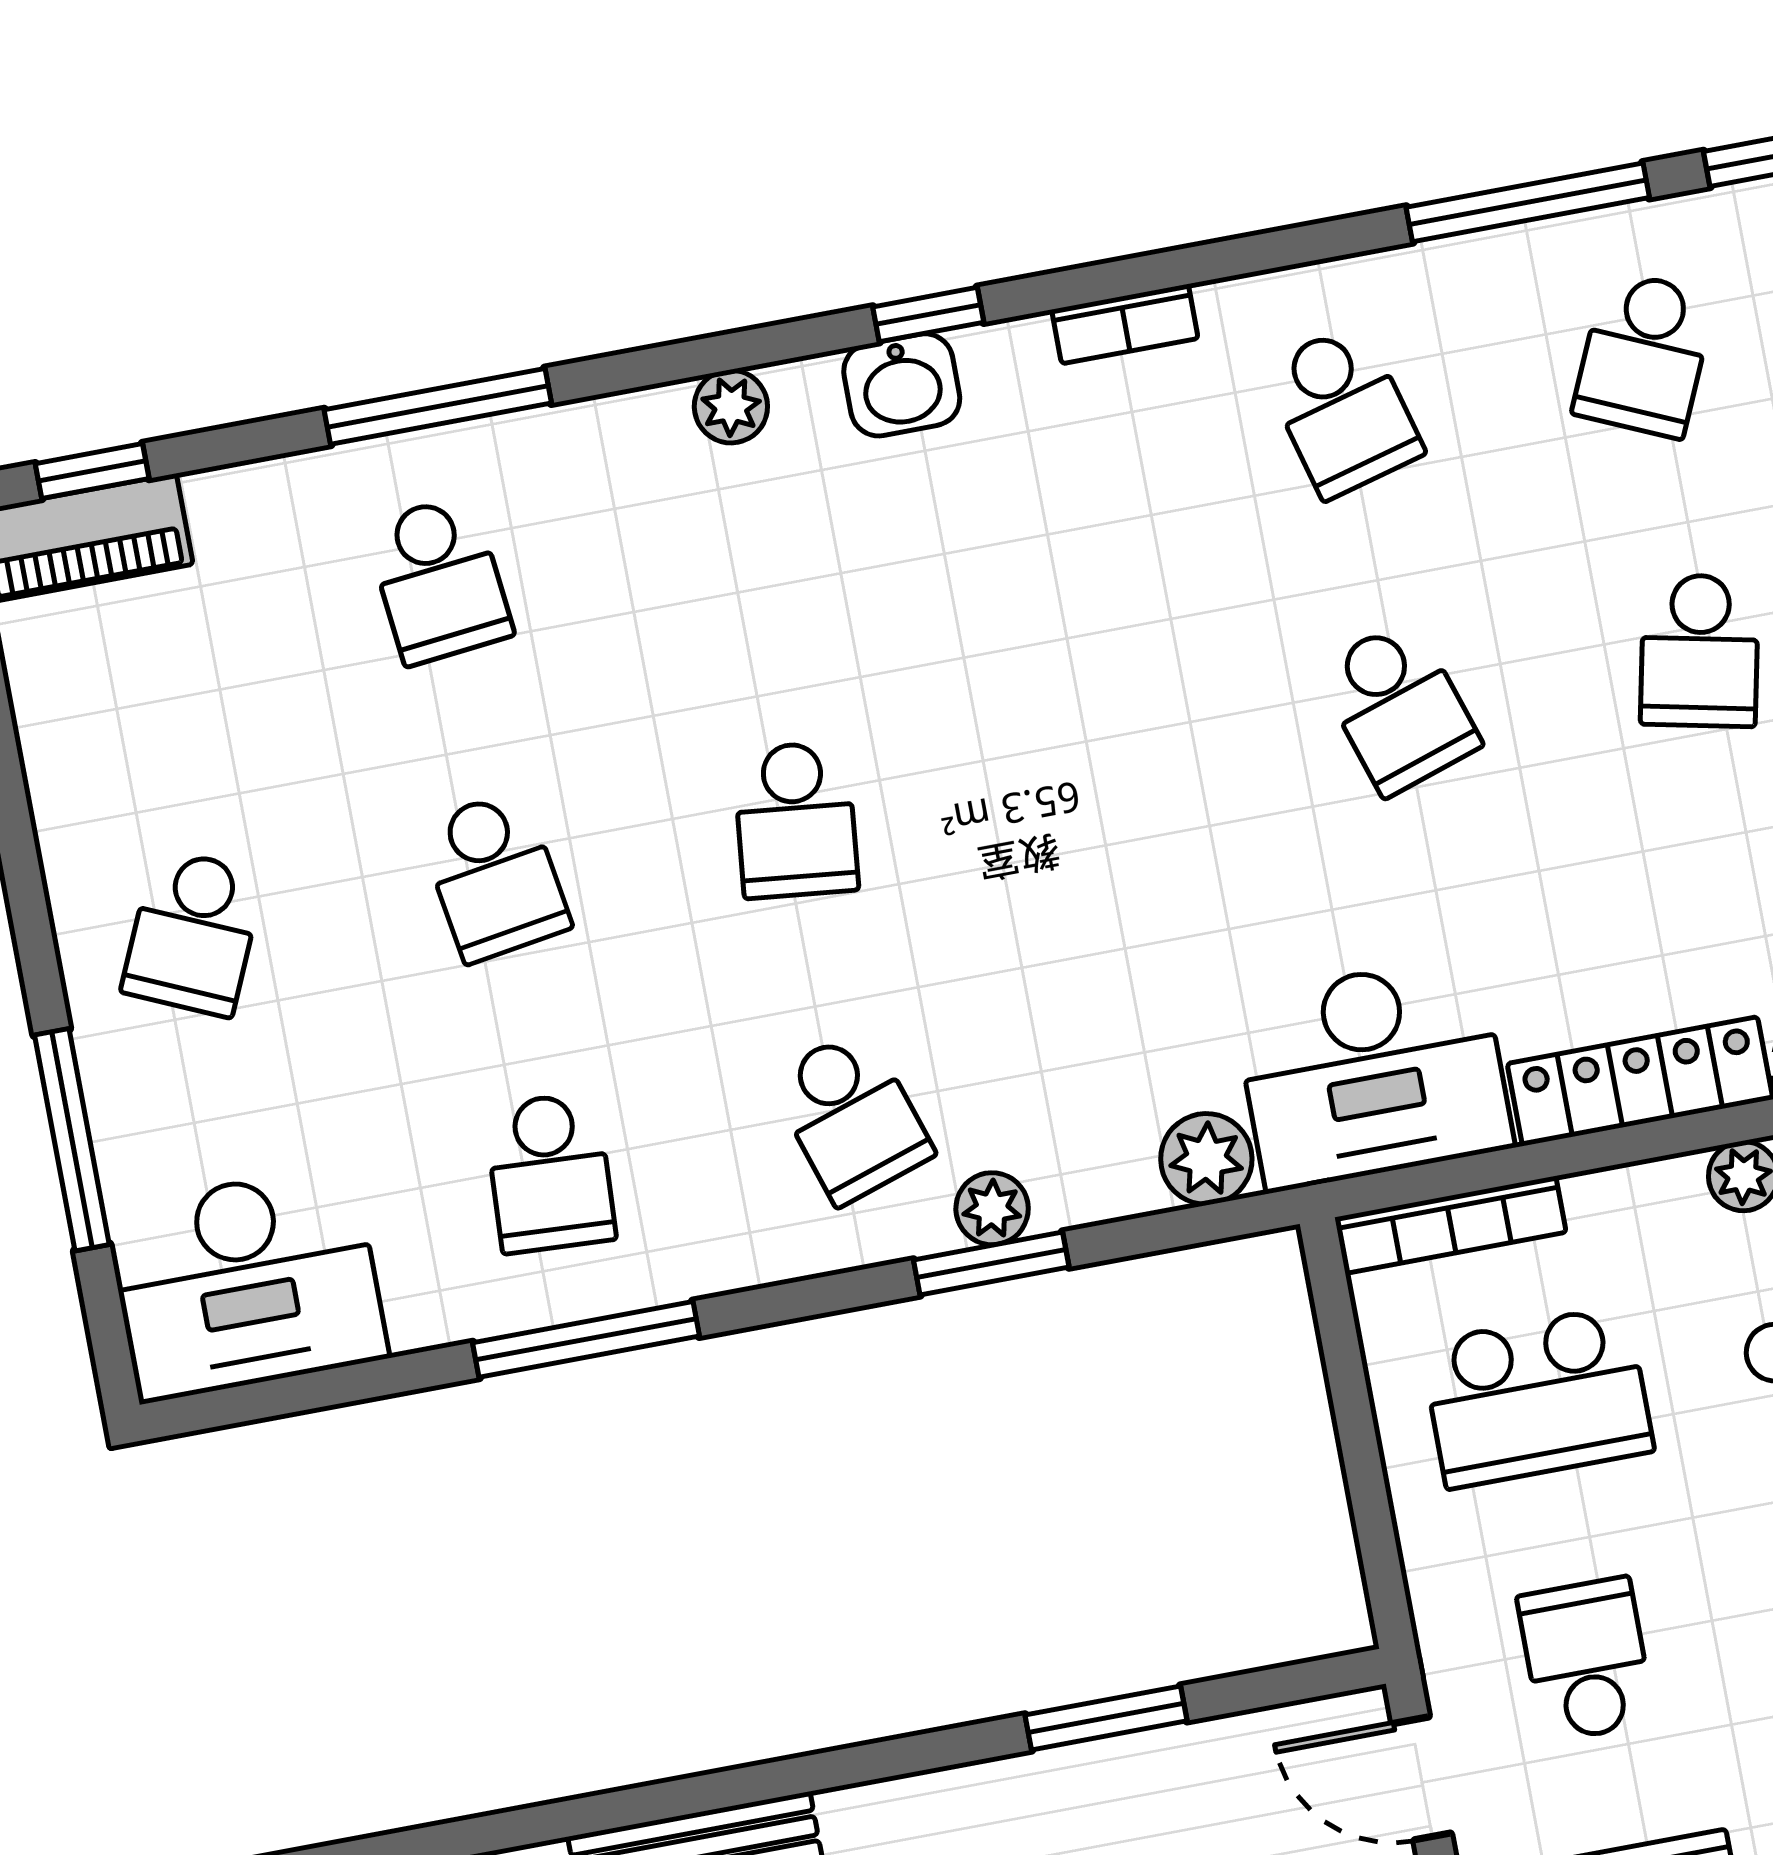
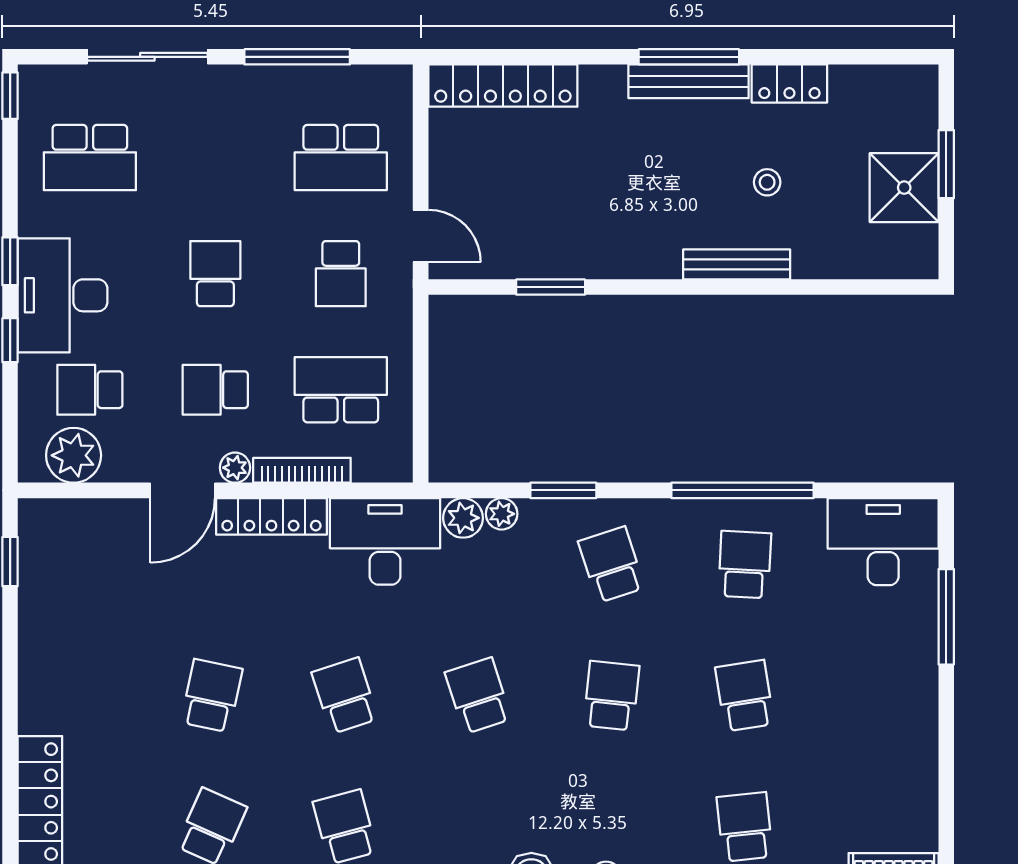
school desk: (193, 933) -> (478, 696), moved, turned -42
plant: (992, 1209) -> (502, 514), moved
bookcase: (1451, 1225) -> (302, 470), moved
window: (586, 1339) -> (743, 490), width x1.46

